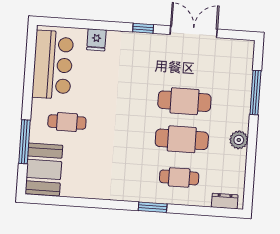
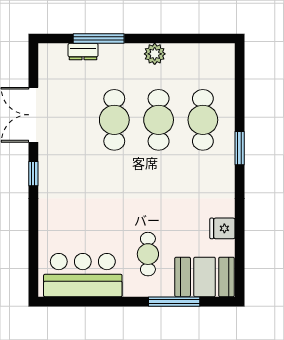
fridge: (96, 40) -> (222, 228), moved, turned 180
cafe table: (179, 177) -> (203, 120), width x1.37, depth x1.35
dresser: (225, 201) -> (83, 52), moved, turned -90

